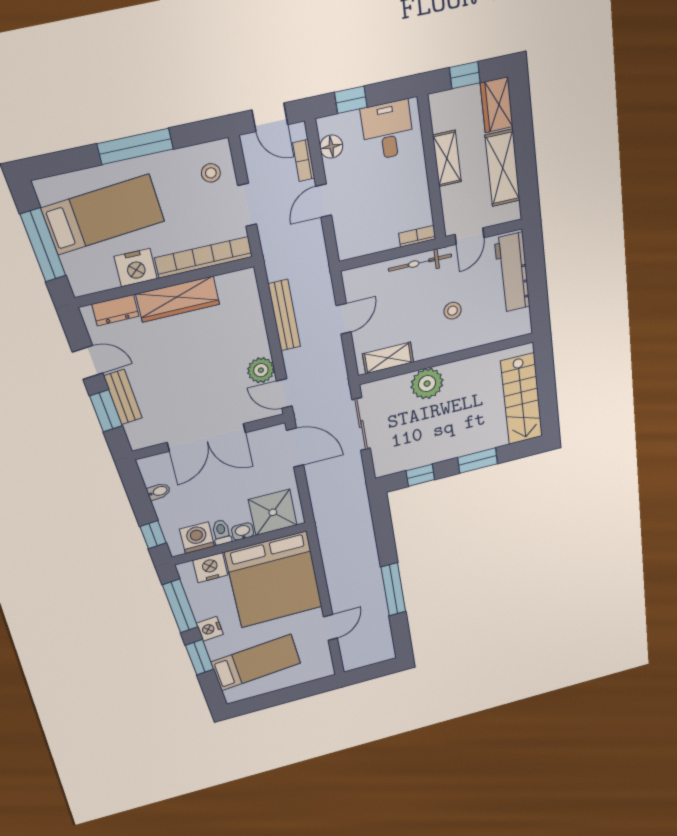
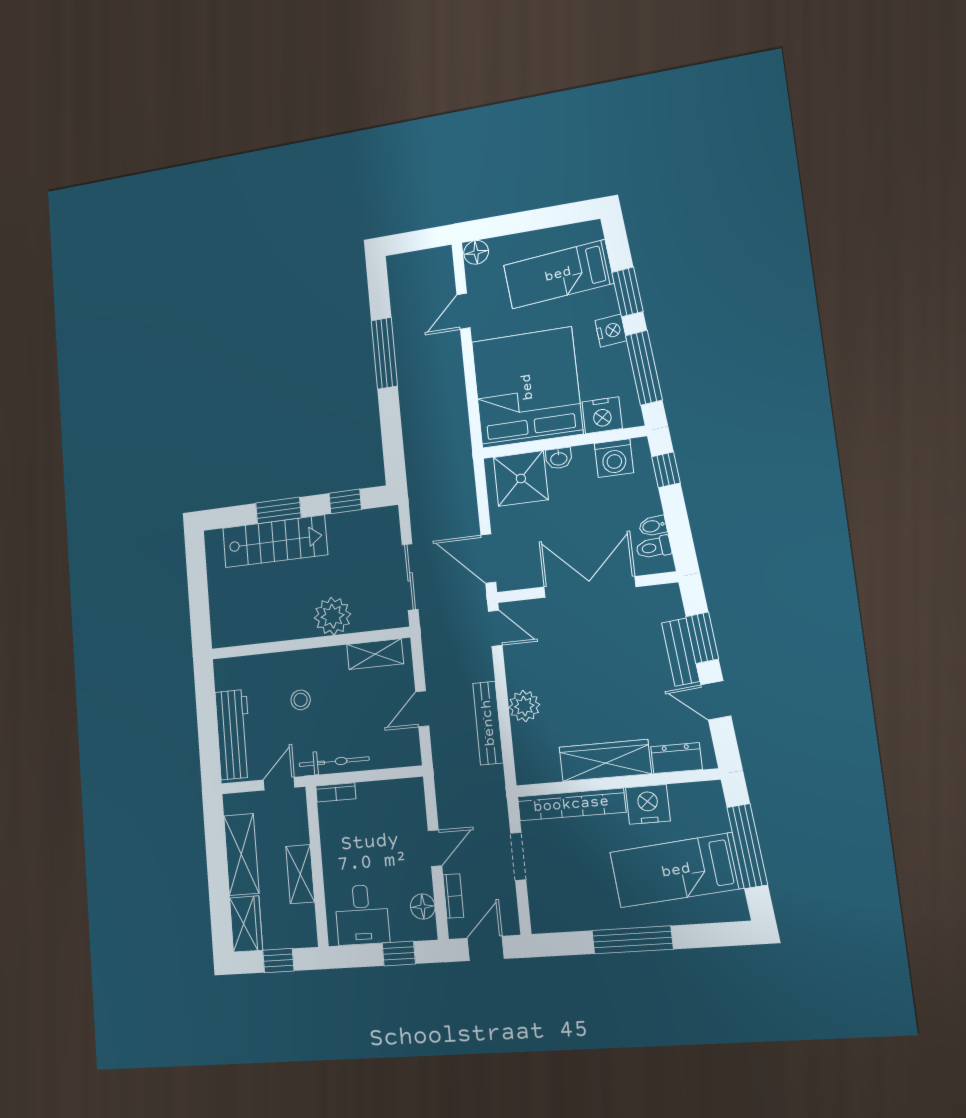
door: (270, 117) -> (486, 948), hinge flipped
stool: (211, 173) -> (554, 898), removed
plant: (261, 370) -> (524, 706), moved
stairs: (522, 399) -> (275, 541), moved, turned 90
toilet: (221, 532) -> (654, 547), moved, turned 85
floor lamp: (323, 669) -> (476, 252), added

